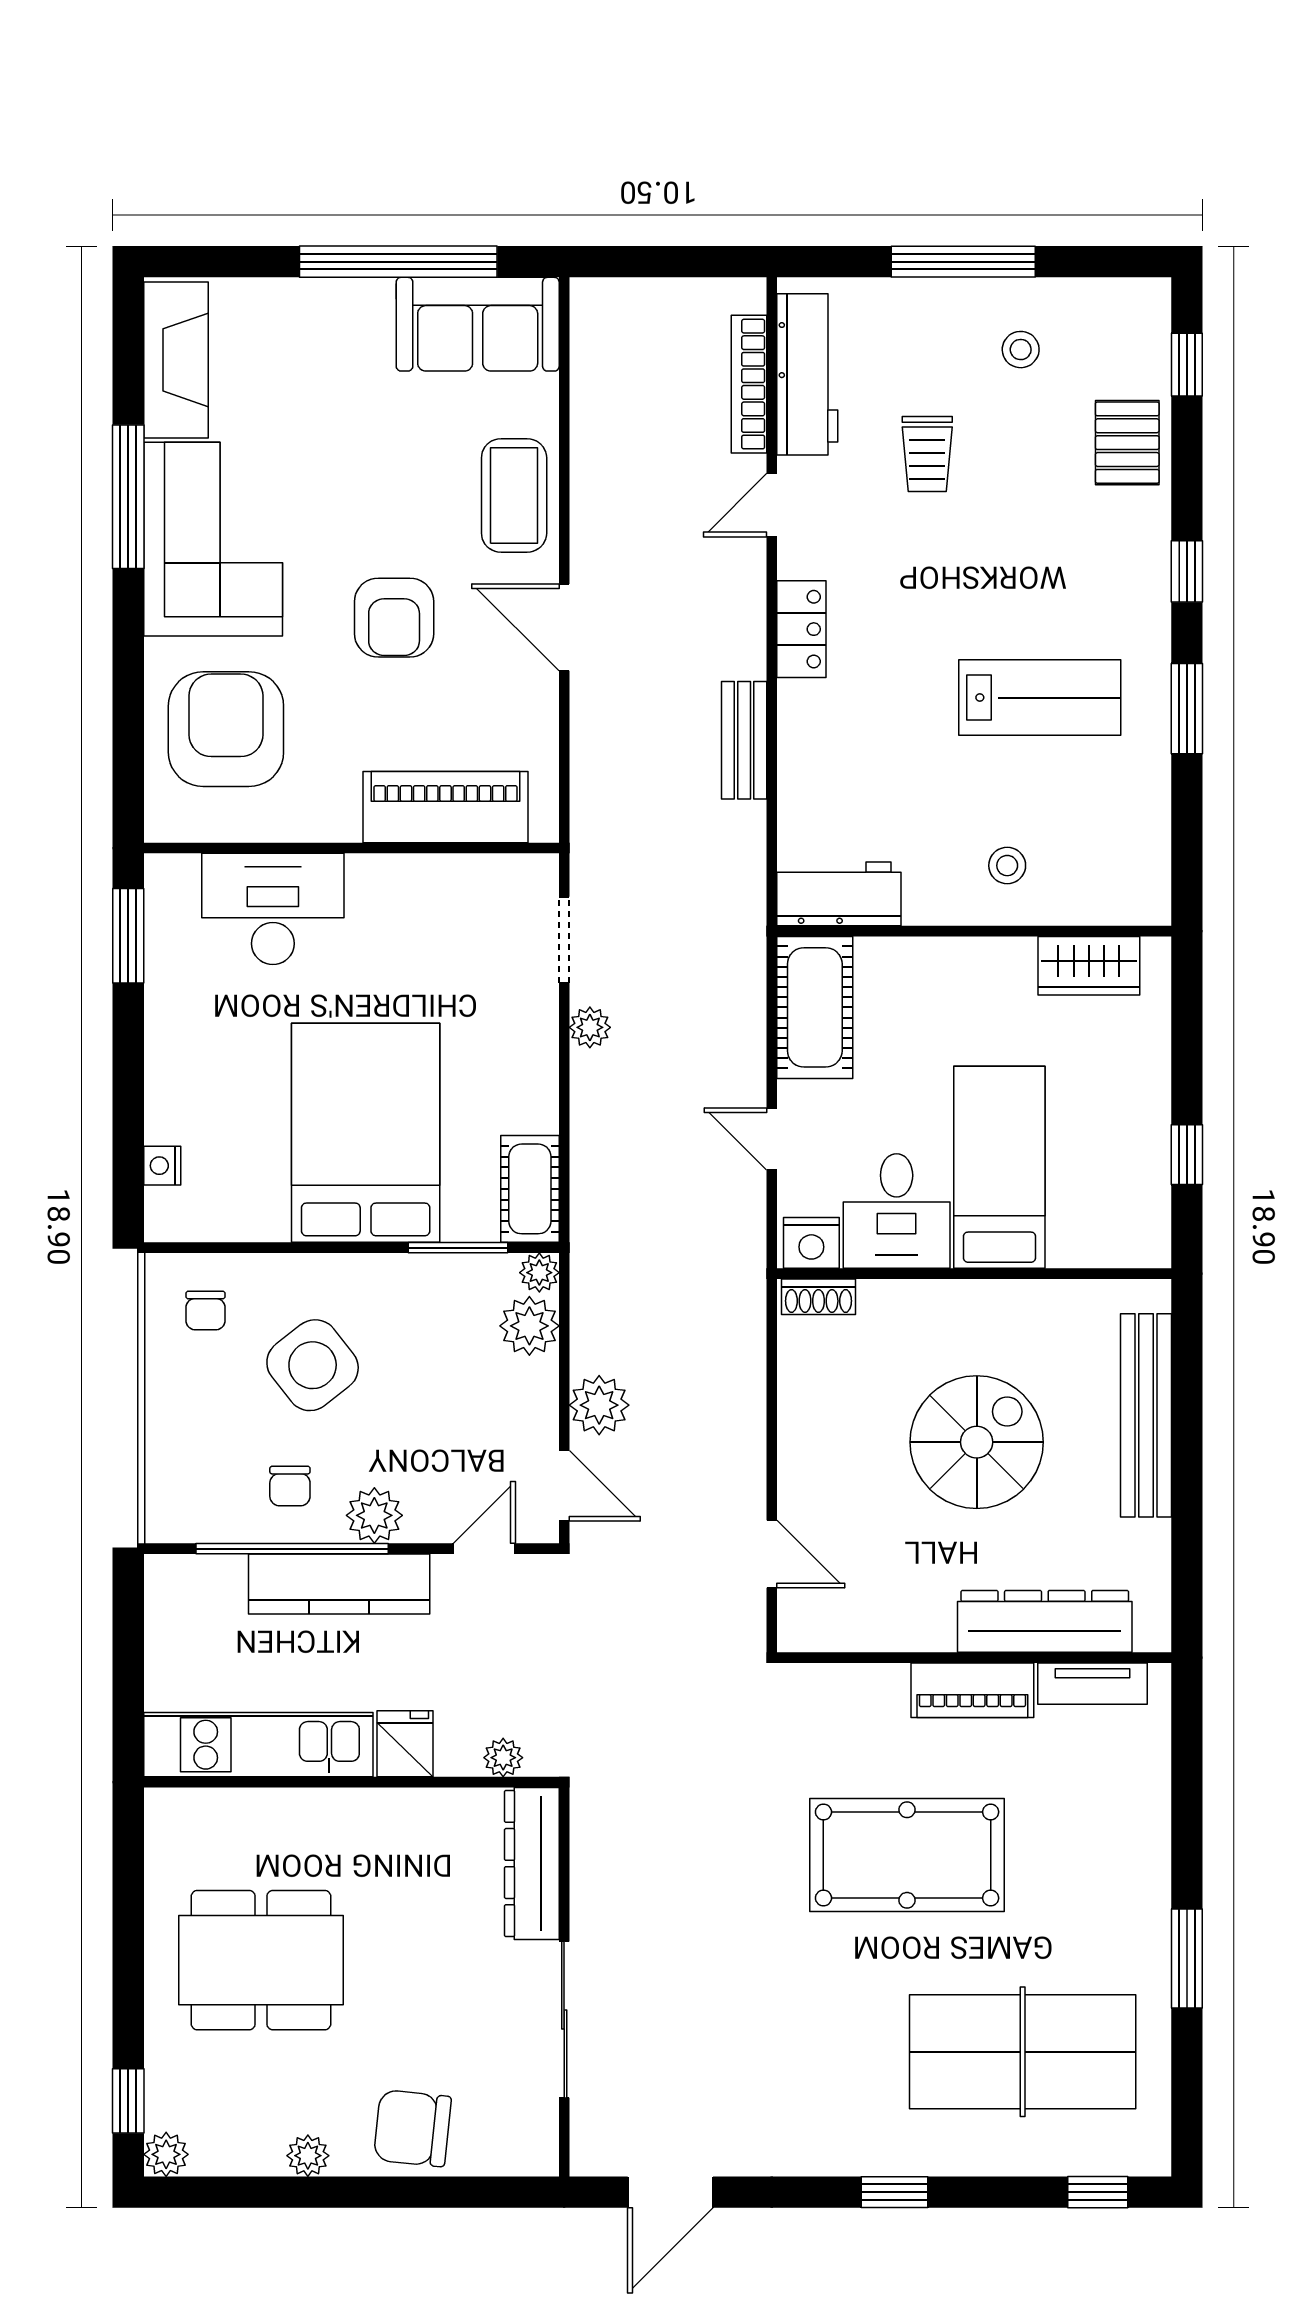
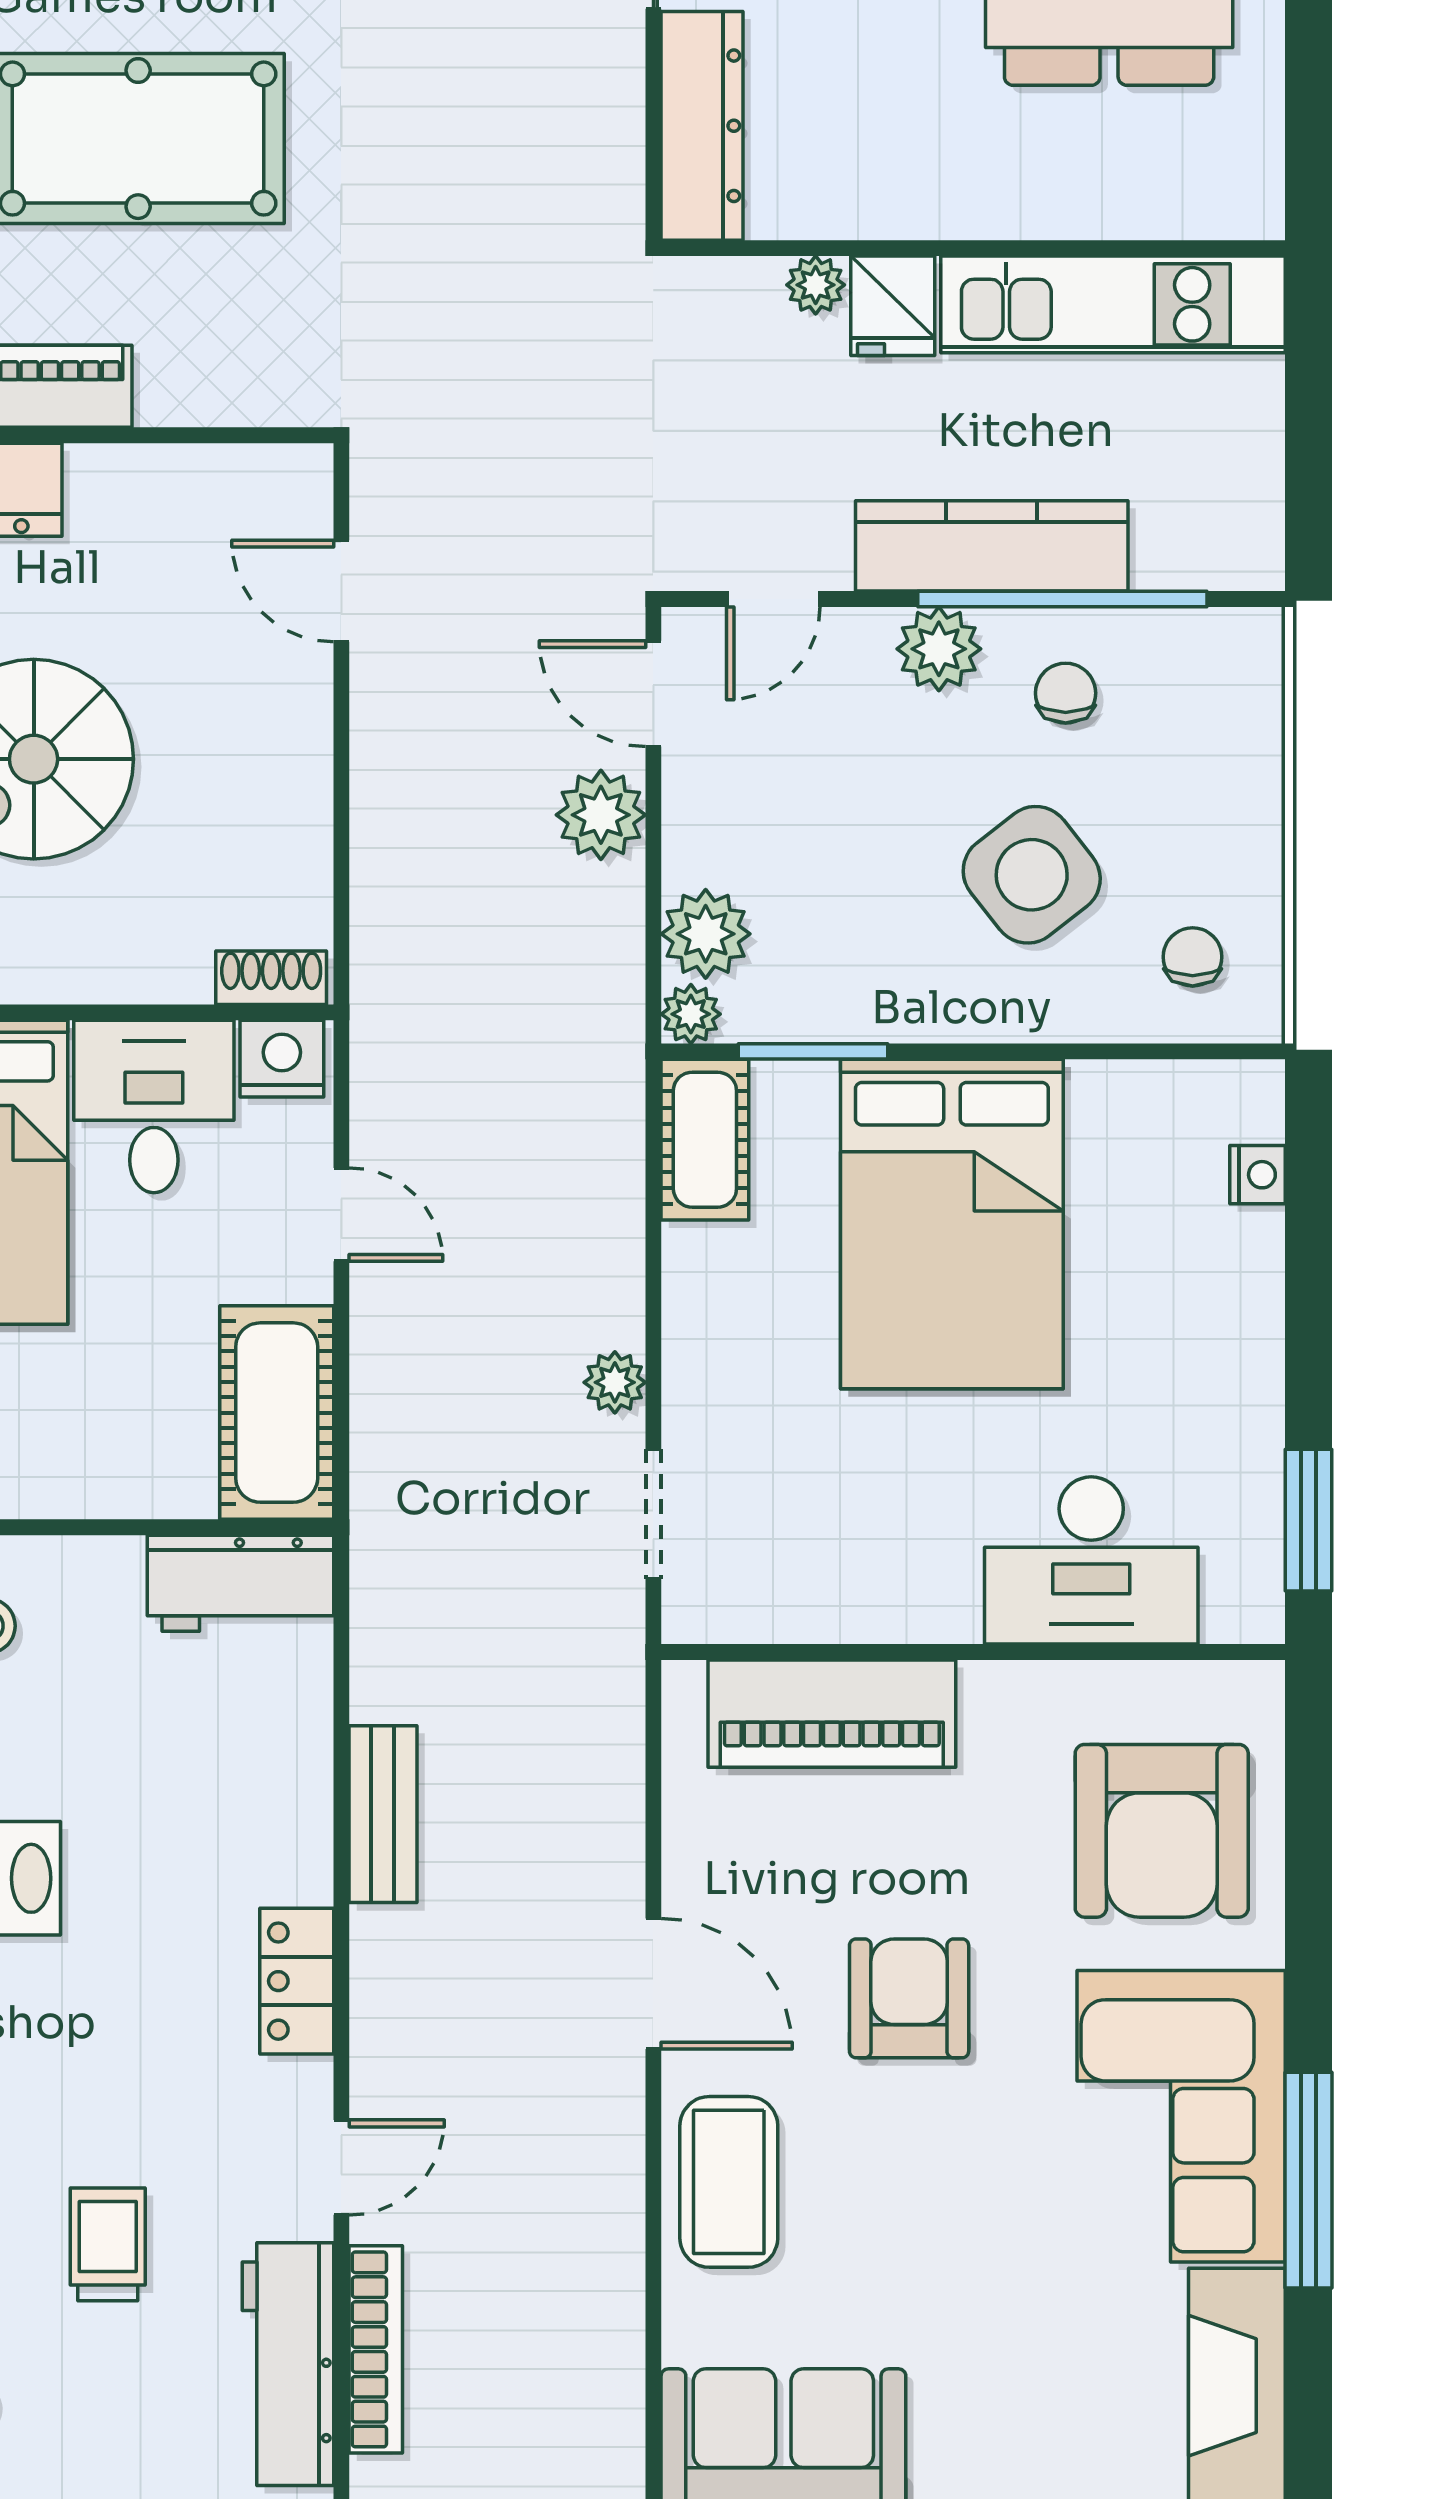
plant: (503, 1758) -> (816, 285), moved

